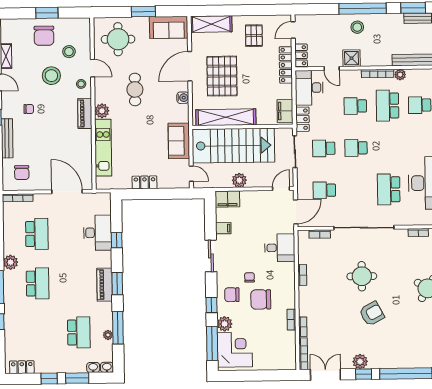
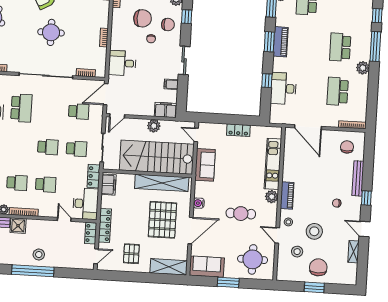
shower: (352, 58) -> (18, 226), moved
cafe table: (135, 89) -> (241, 214), turned 90
school desk: (387, 106) -> (17, 183), width x0.54

